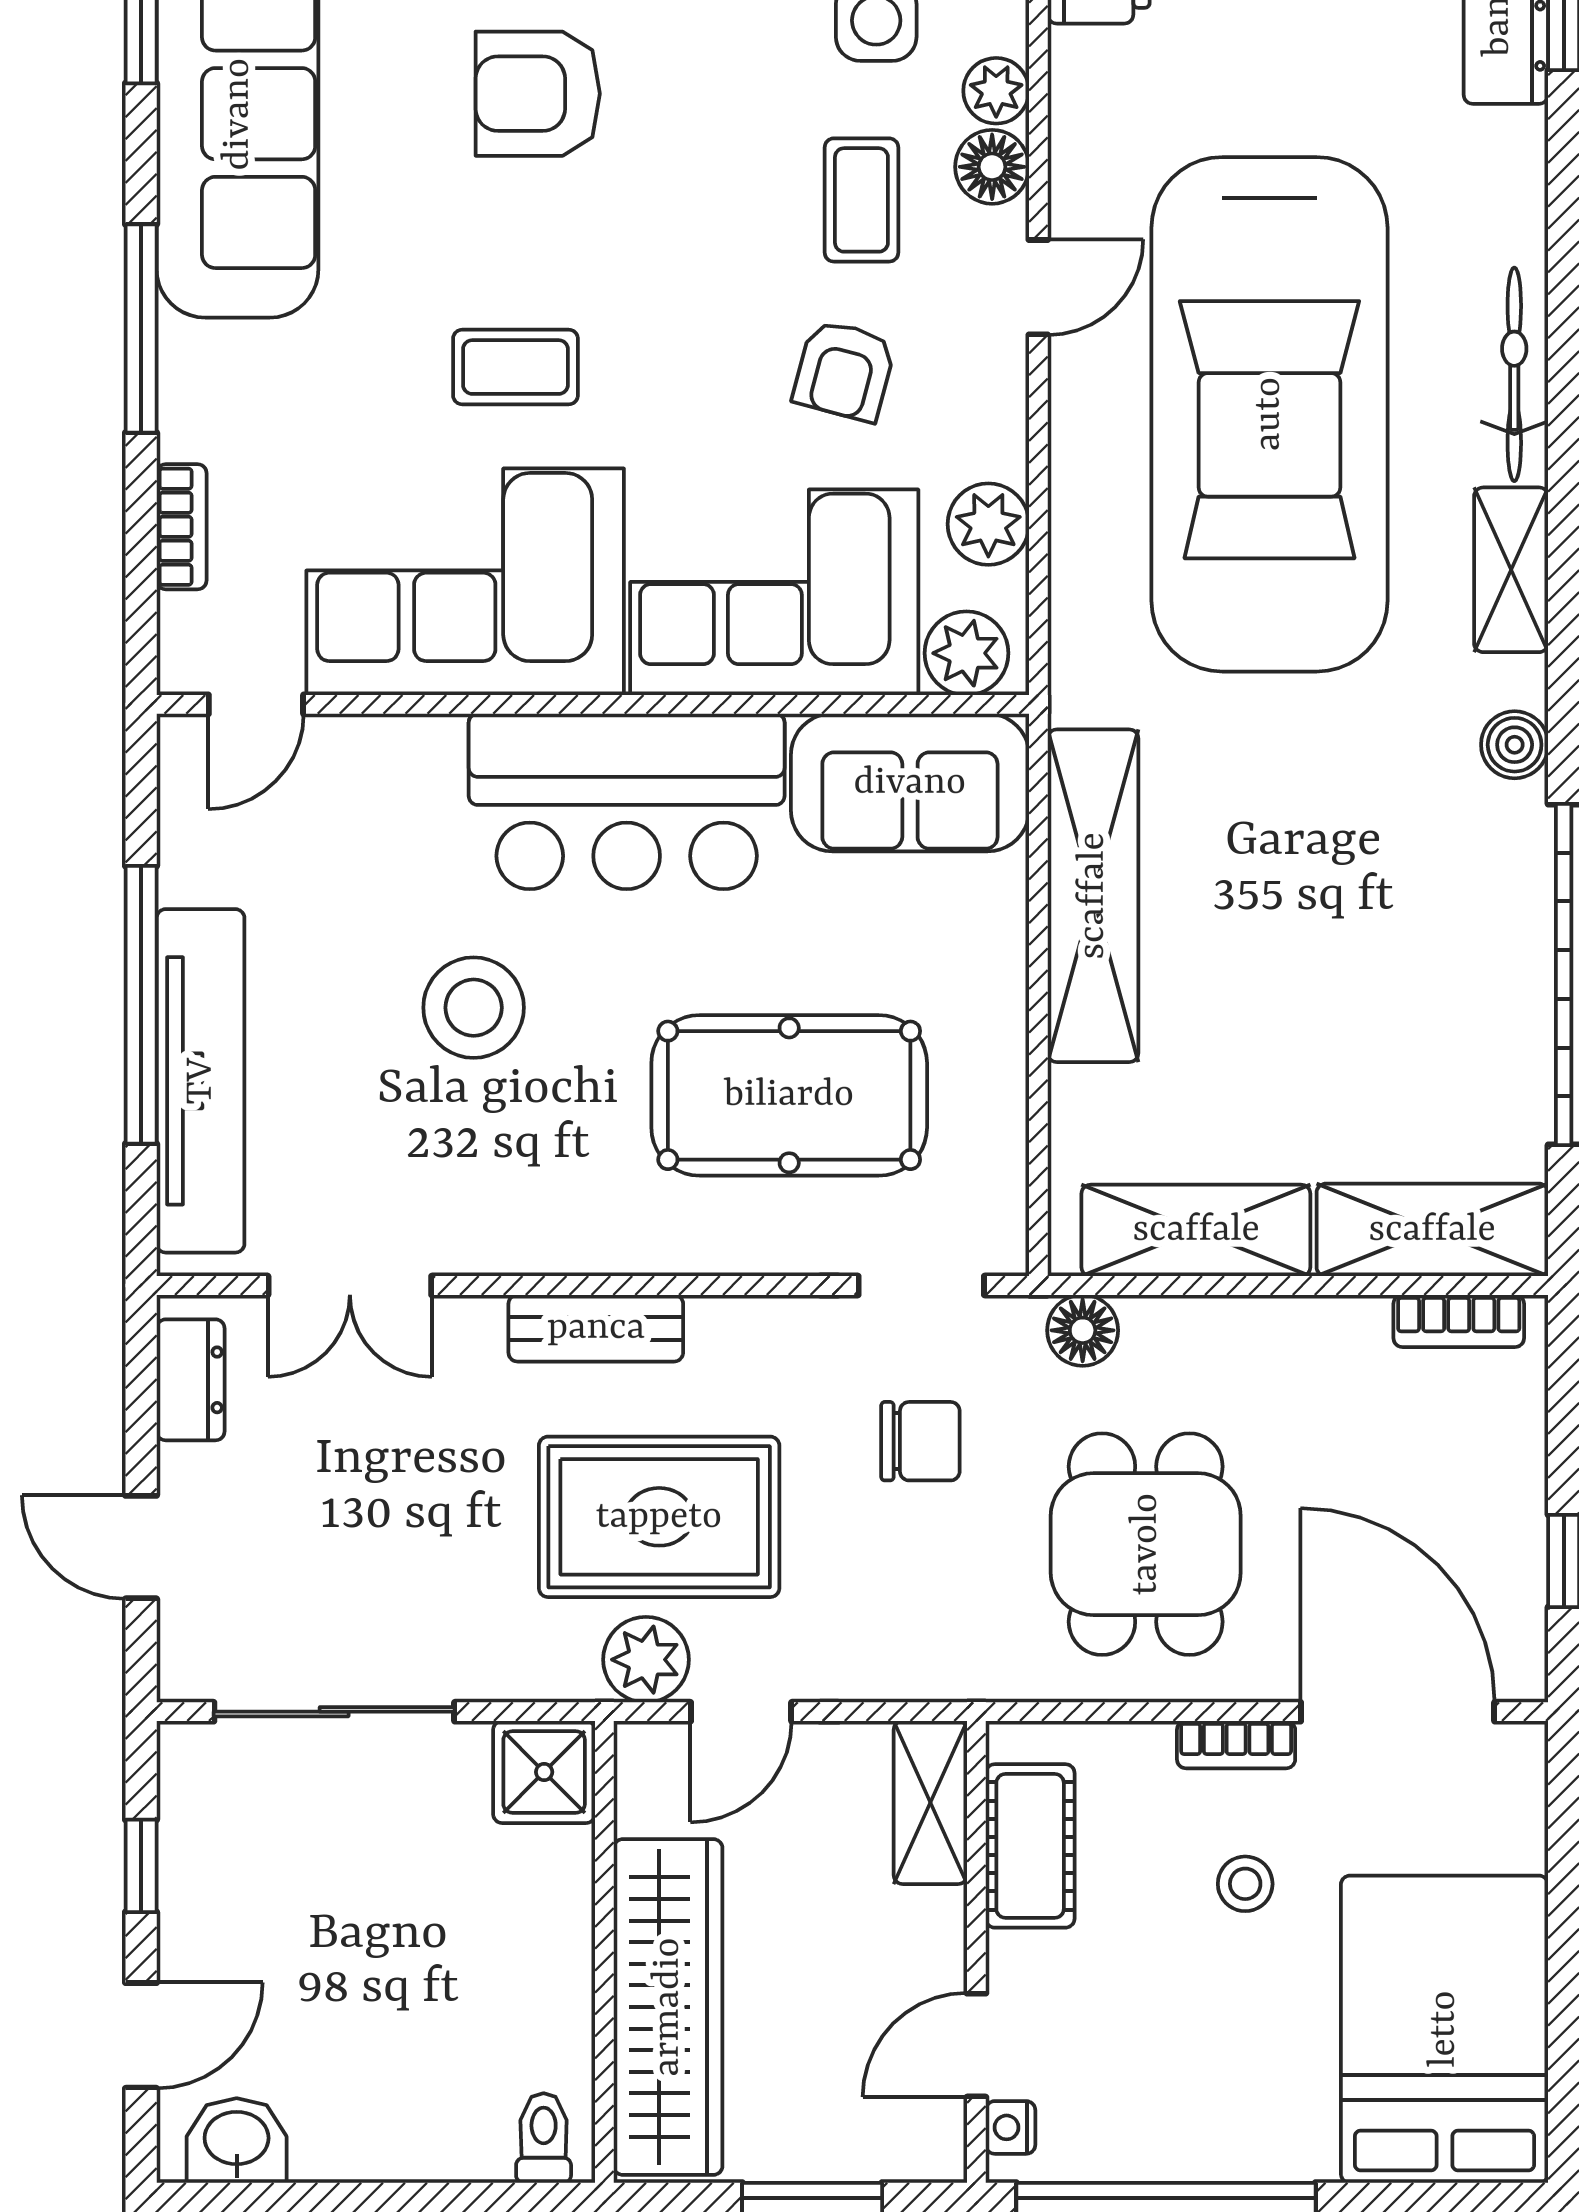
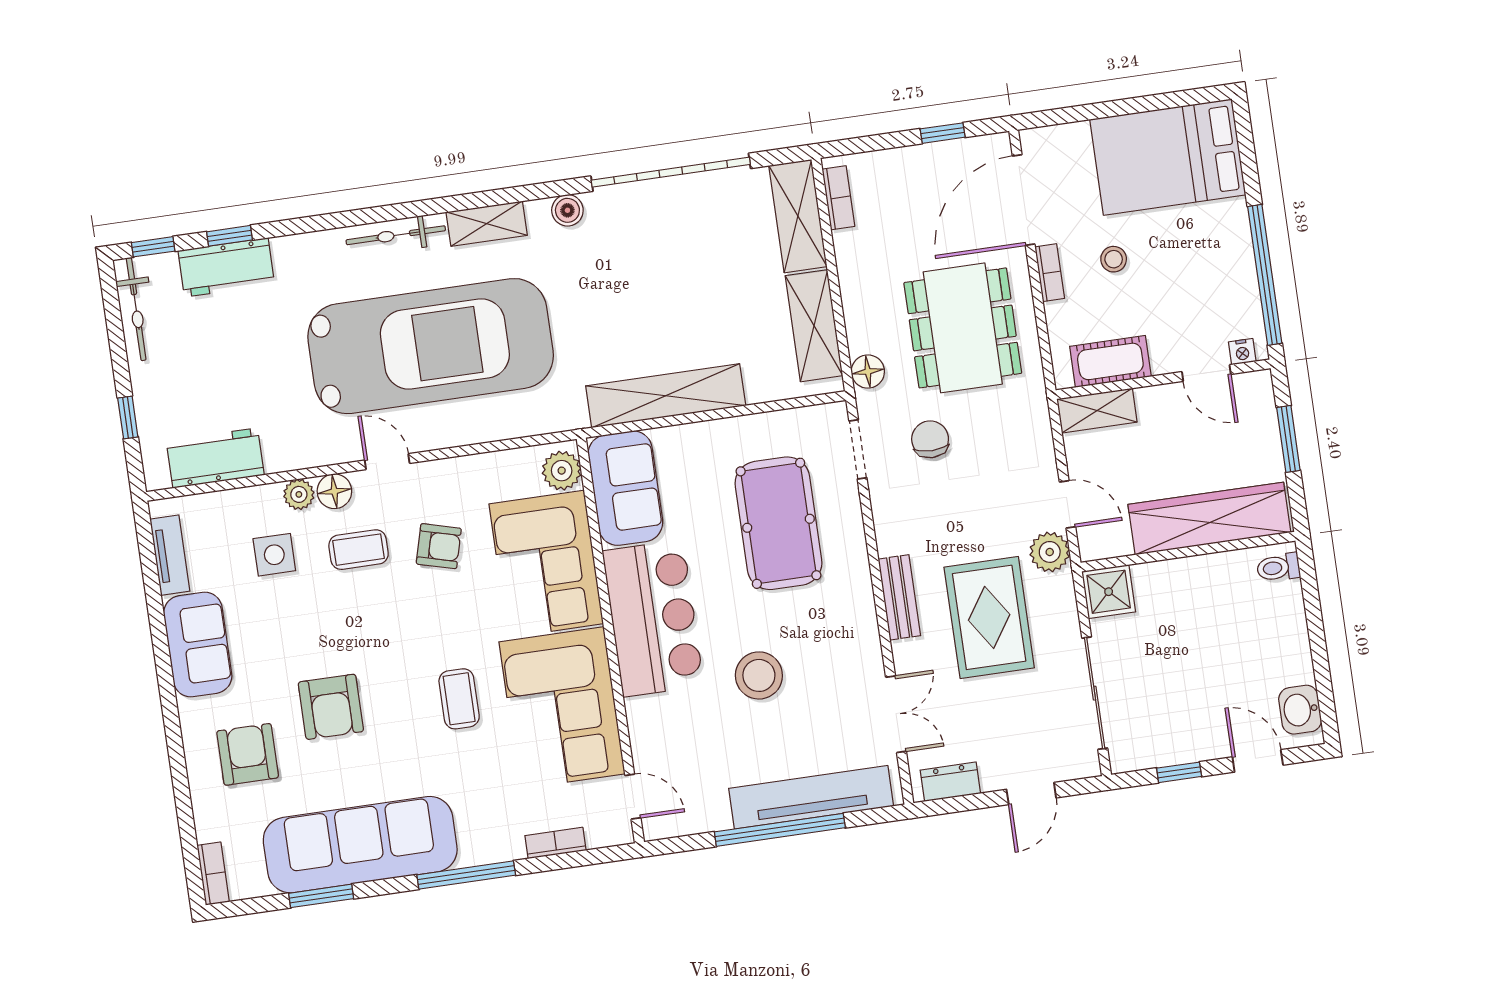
plant: (988, 524) -> (500, 469), removed
rug: (659, 1517) -> (989, 617), moved
dining table: (1146, 1544) -> (963, 328), width x1.38

